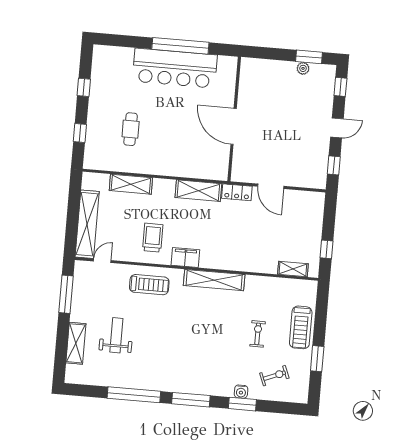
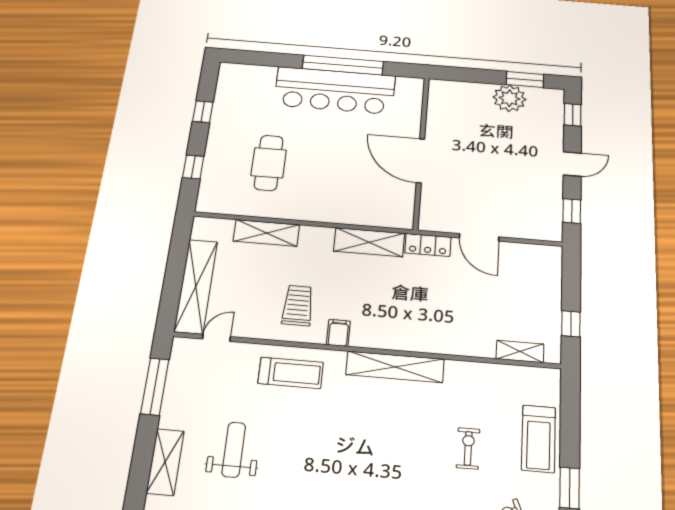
plant: (303, 68) -> (509, 98), width x1.87, depth x1.87
cafe table: (131, 129) -> (269, 163), width x1.37, depth x1.35
filing cabinet: (185, 257) -> (338, 333), width x0.50

